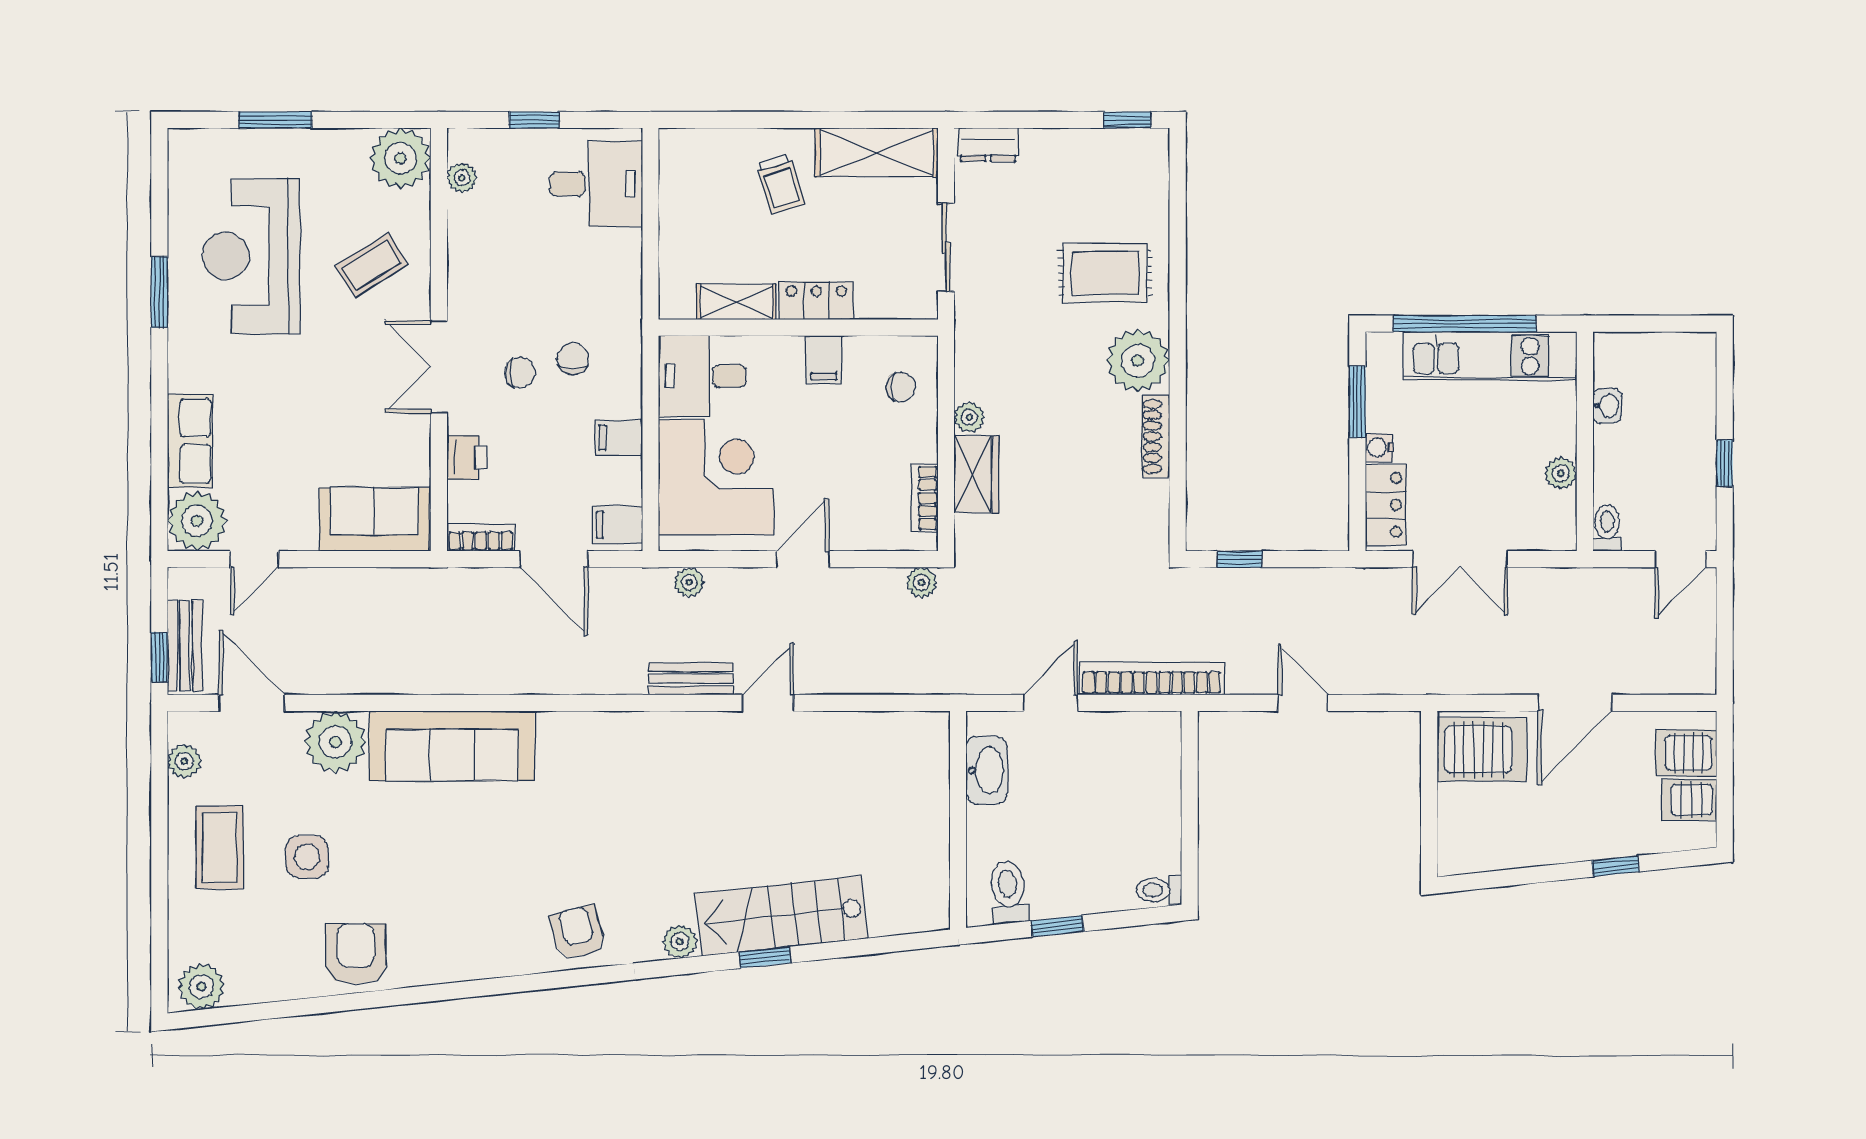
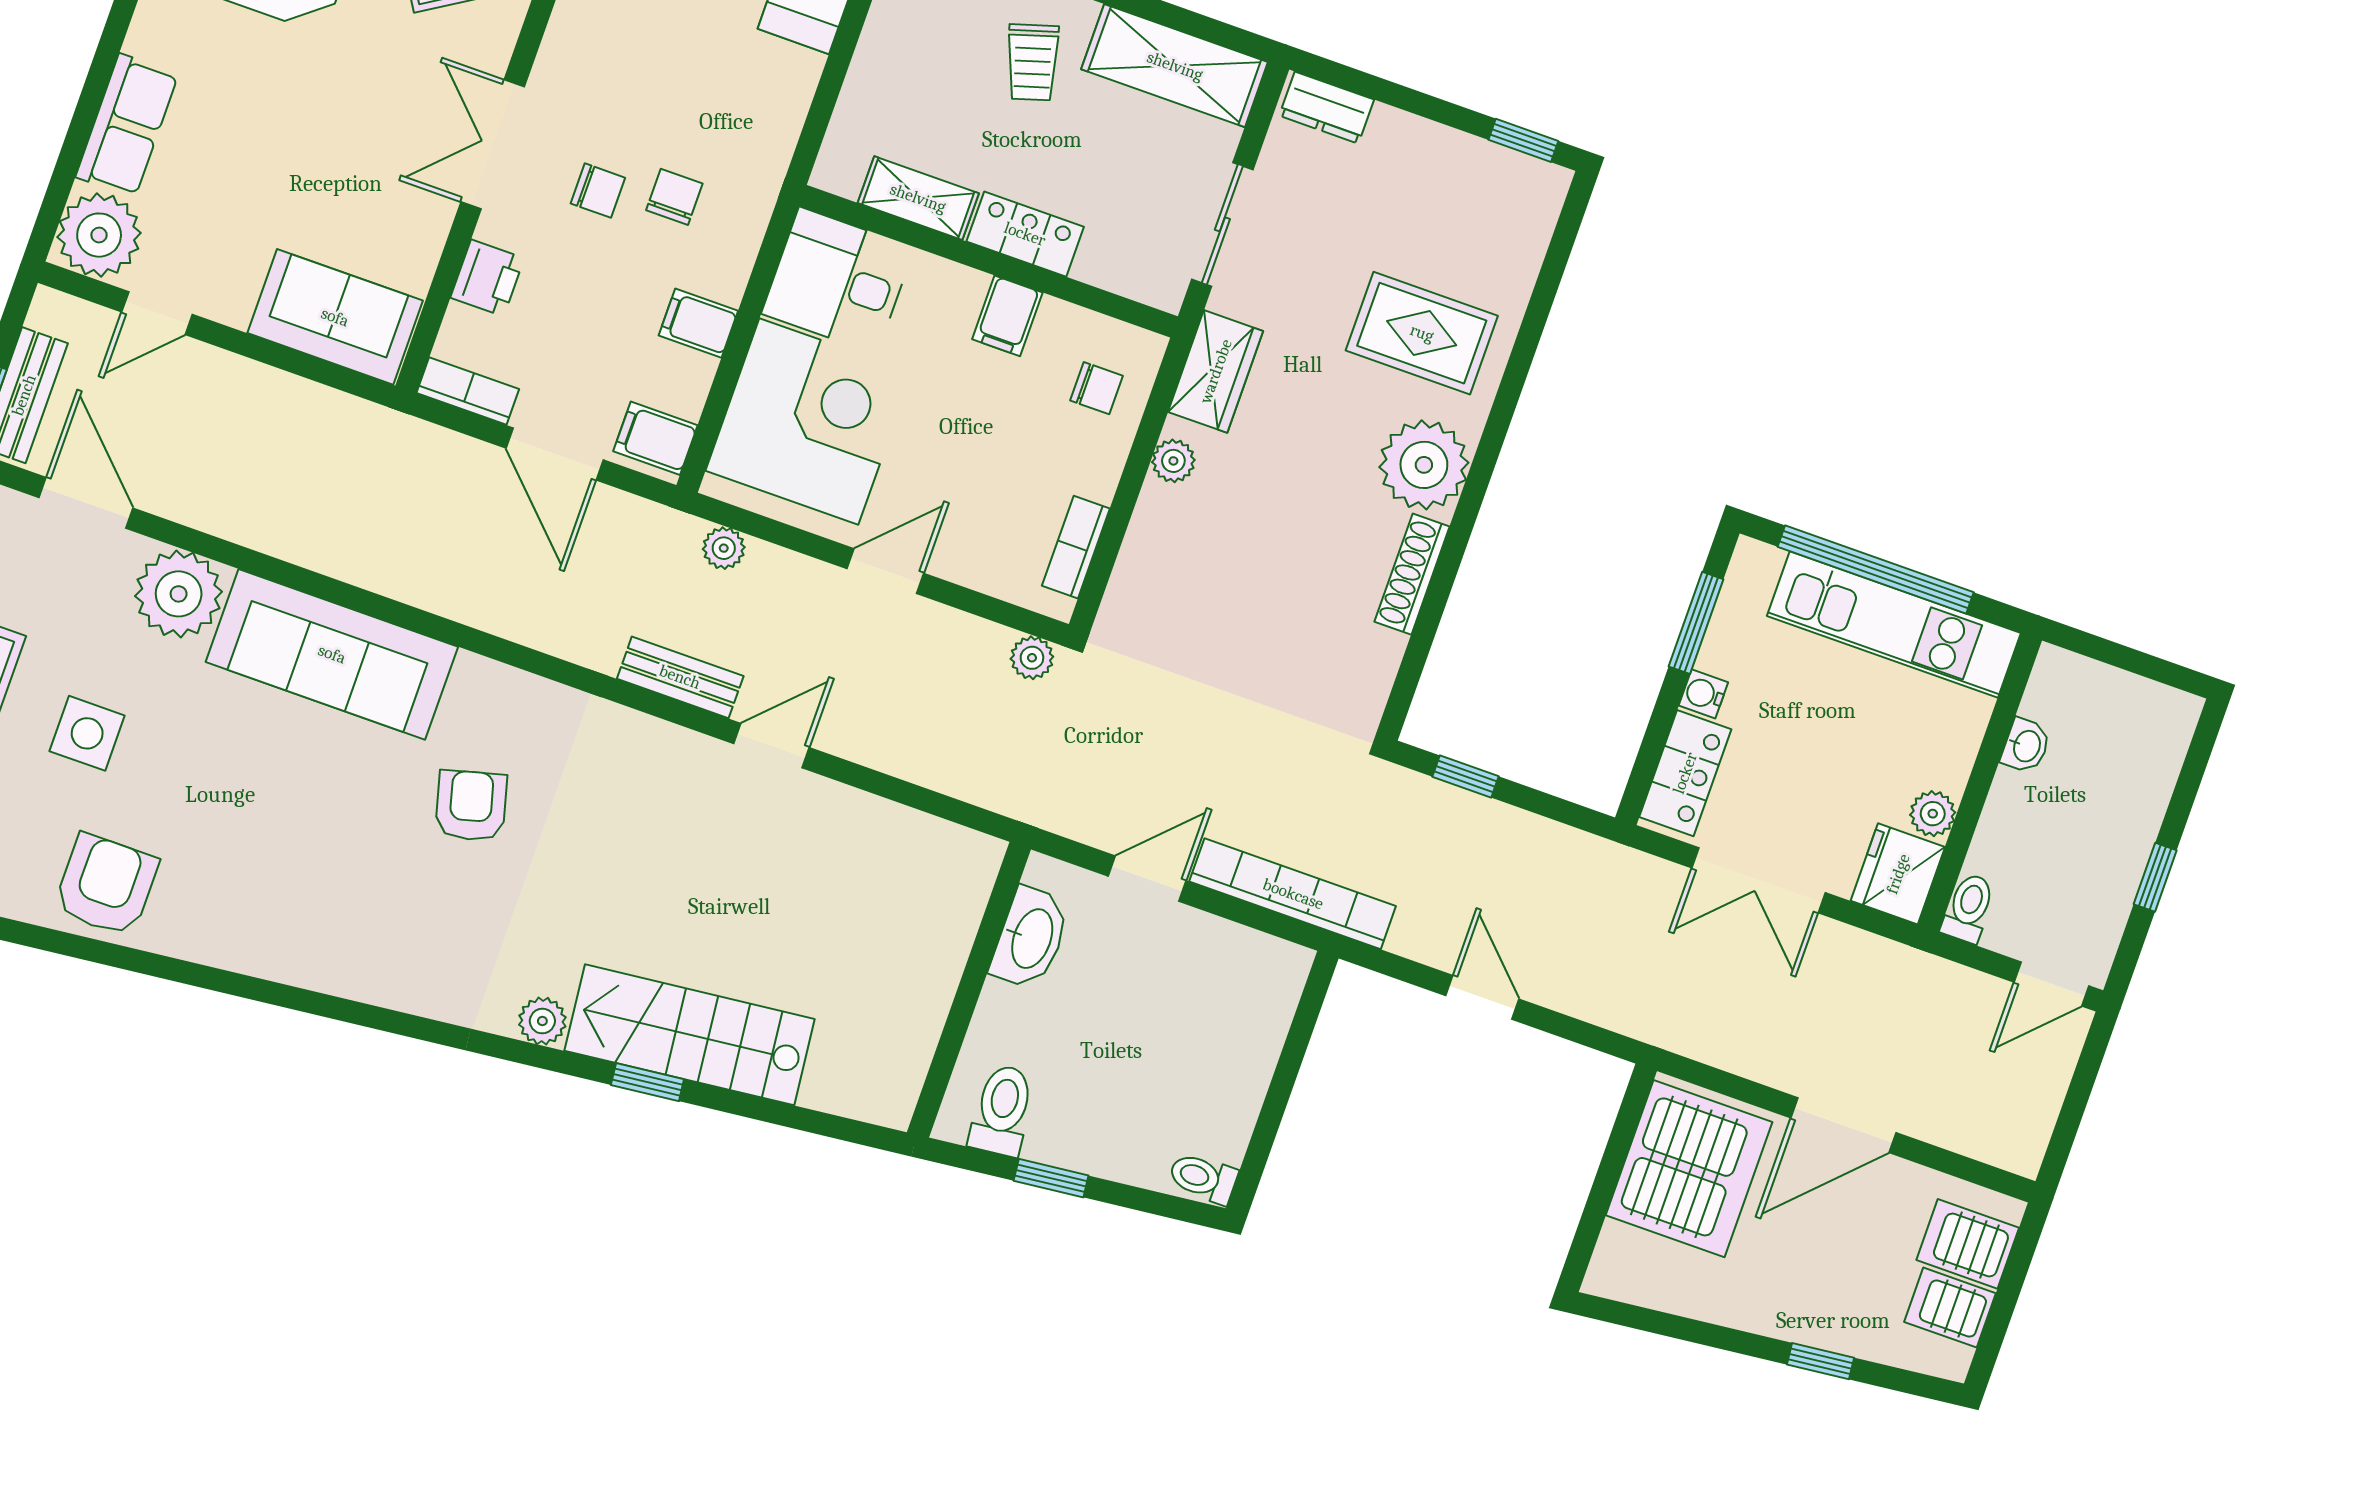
wardrobe: (976, 474) -> (1216, 371), moved
fridge: (1552, 522) -> (1898, 874), added
server rack: (1482, 749) -> (1689, 1169), width x1.60
armchair: (578, 932) -> (471, 806), moved

